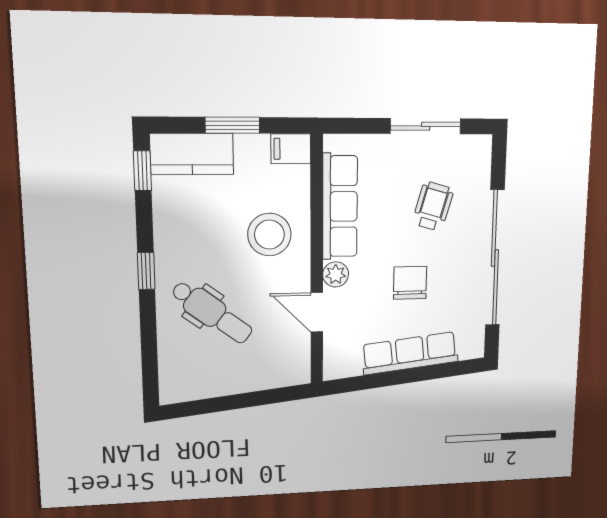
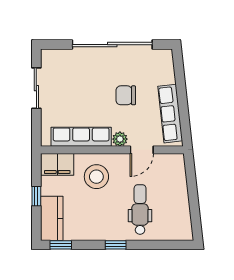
window: (232, 125) -> (36, 196), width x0.67
filing cabinet: (291, 149) -> (57, 164), width x2.00
wheelchair: (433, 206) -> (82, 83), removed
dental chair: (212, 312) -> (140, 209), turned -37
row of seats: (410, 353) -> (170, 114), moved

